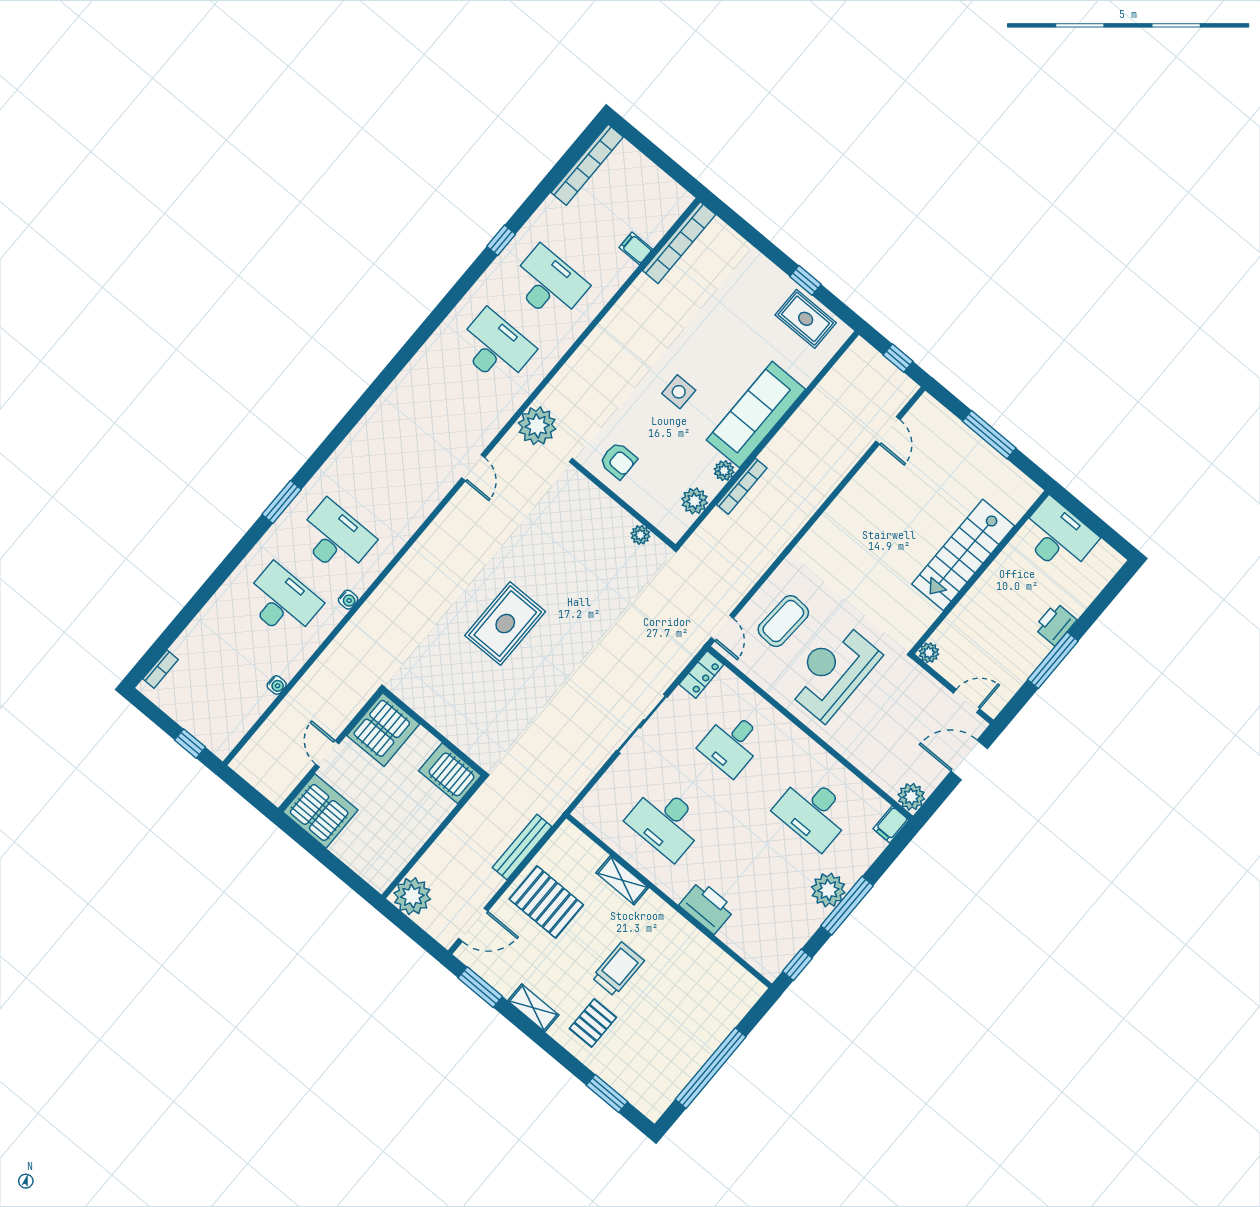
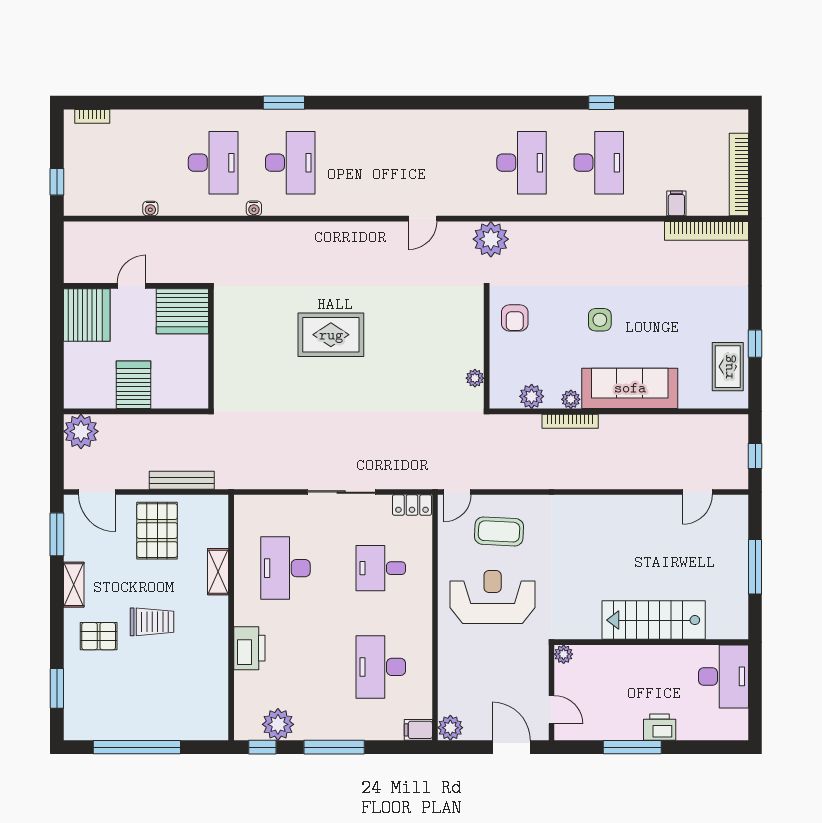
bookcase: (587, 165) -> (739, 175), moved, turned 90
server rack: (450, 773) -> (134, 385), moved
plant: (828, 890) -> (278, 724), moved

